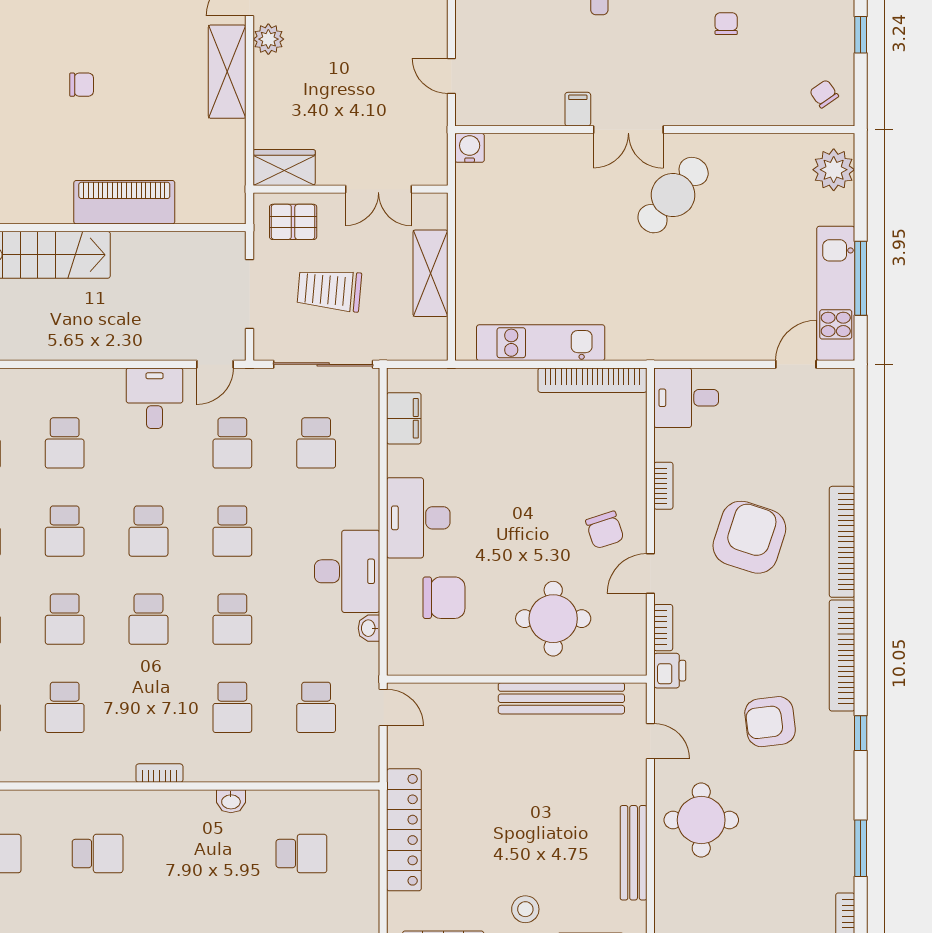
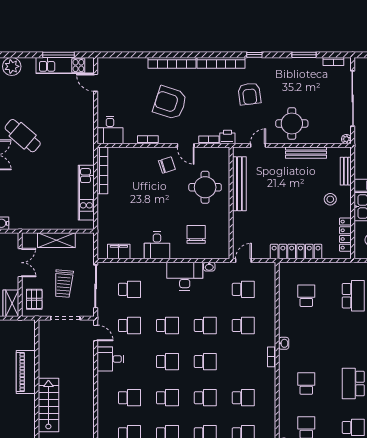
desk: (418, 518) -> (157, 245), width x0.73
washbasin: (231, 801) -> (284, 343), moved

